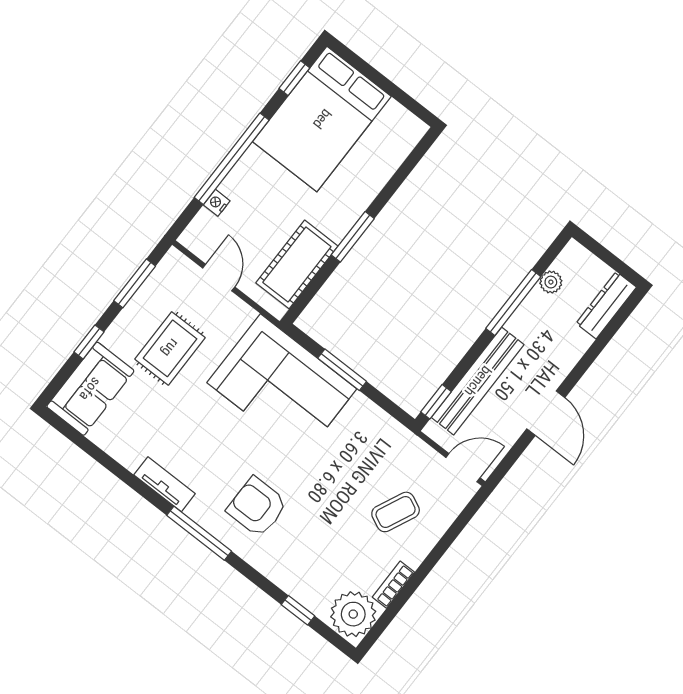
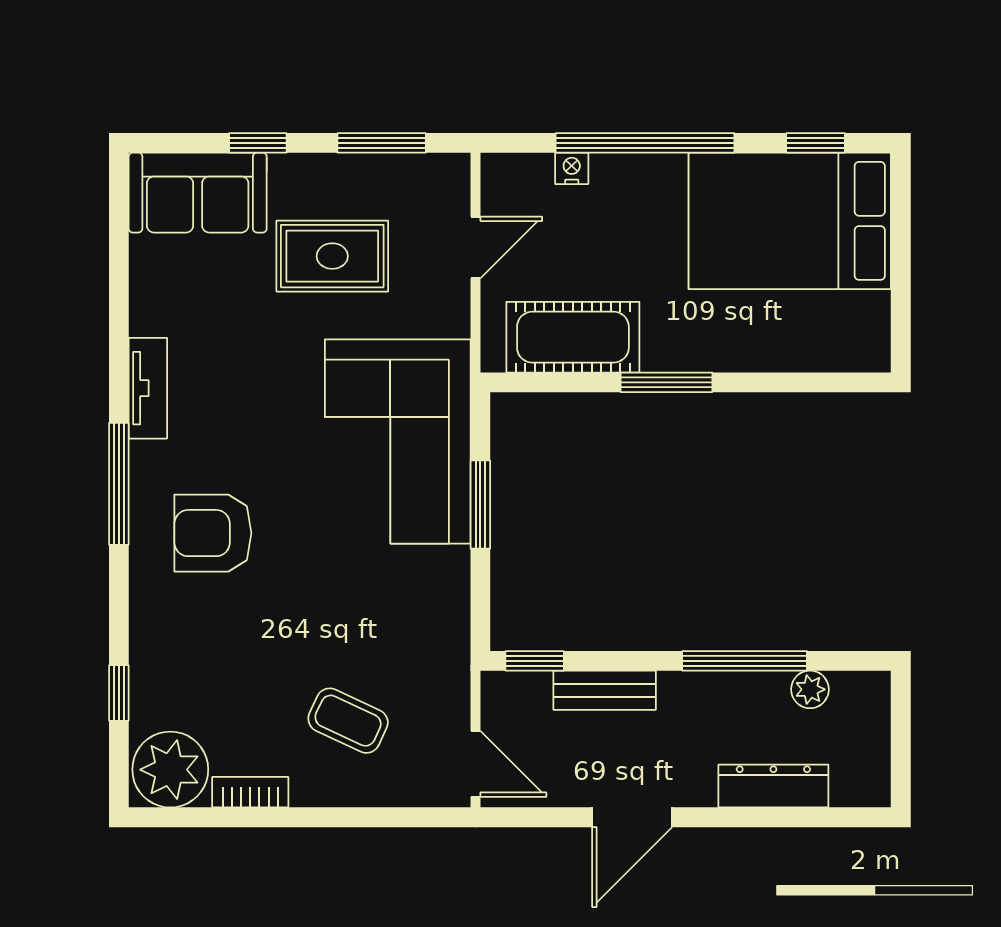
dresser: (606, 305) -> (773, 786), moved
bench: (478, 381) -> (605, 690), width x0.54, depth x0.82
armchair: (257, 507) -> (213, 533), turned -90

